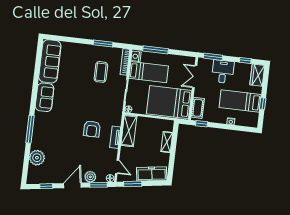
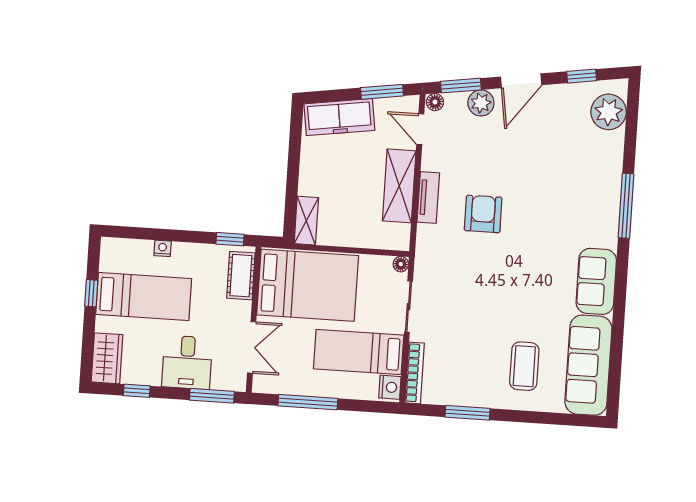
window: (156, 50) -> (308, 402), moved
coffee table: (101, 72) -> (524, 366), moved
shelving: (129, 131) -> (399, 186), moved
shelving: (167, 142) -> (306, 221), moved
plant: (37, 158) -> (609, 112), moved

